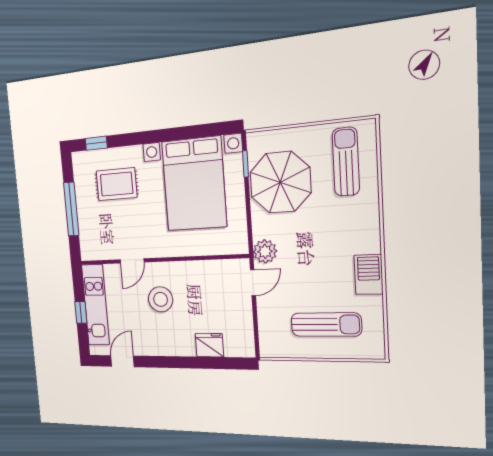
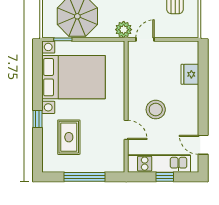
window: (96, 143) -> (37, 119), moved
door: (253, 283) -> (145, 39), hinge flipped

